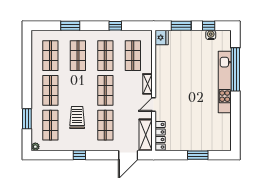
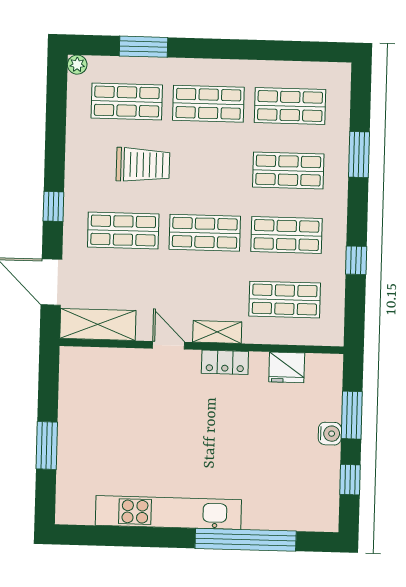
water cooler: (211, 35) -> (330, 434), moved
fridge: (162, 37) -> (287, 367), moved
kitchen unit: (225, 82) -> (168, 512), moved
locker: (160, 136) -> (225, 362), moved, width x0.66
window: (79, 155) -> (53, 206), moved

